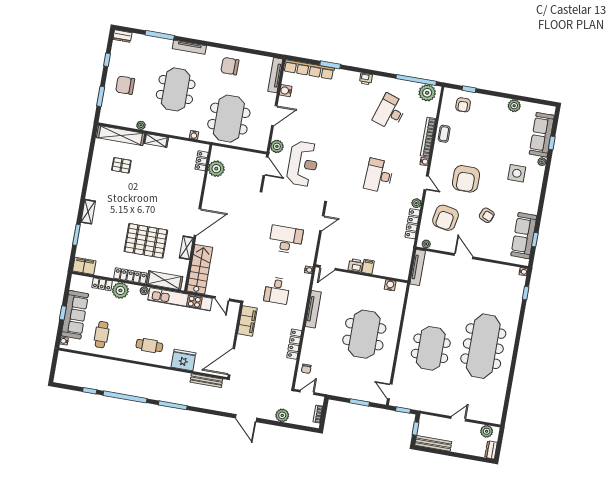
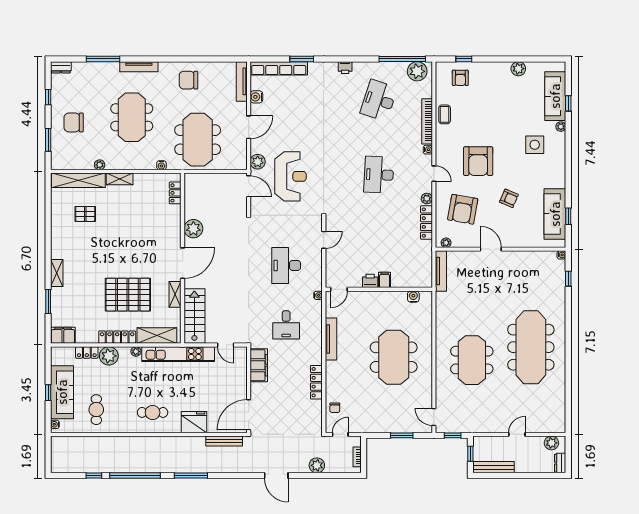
plant: (216, 169) -> (193, 229), moved
desk: (286, 240) -> (286, 265), turned -90

